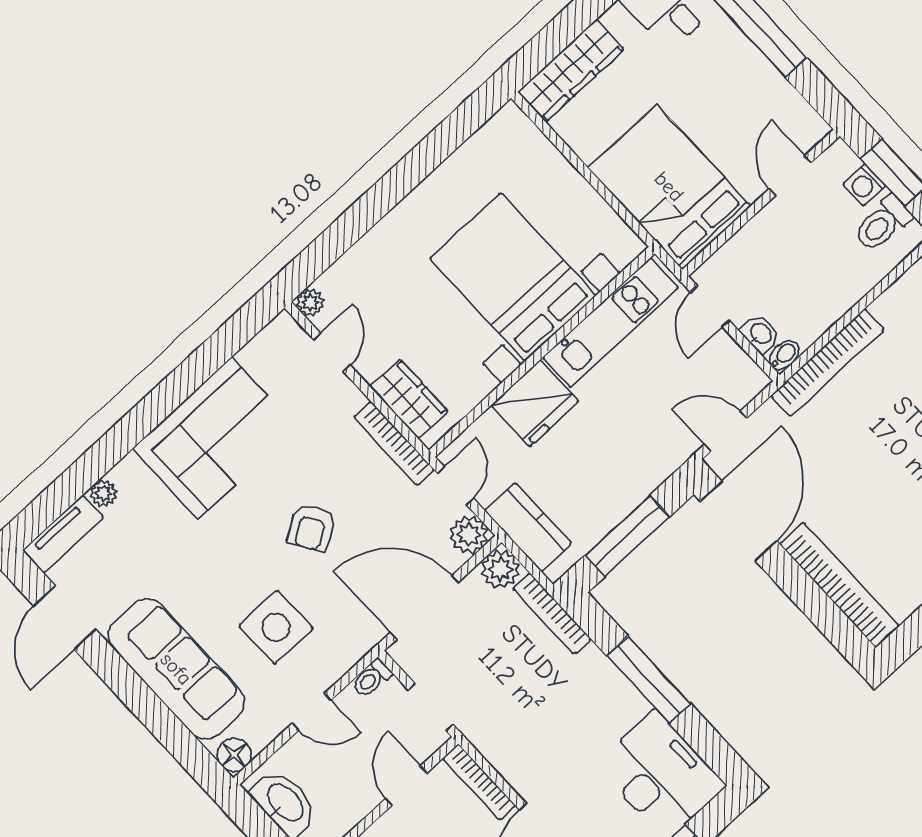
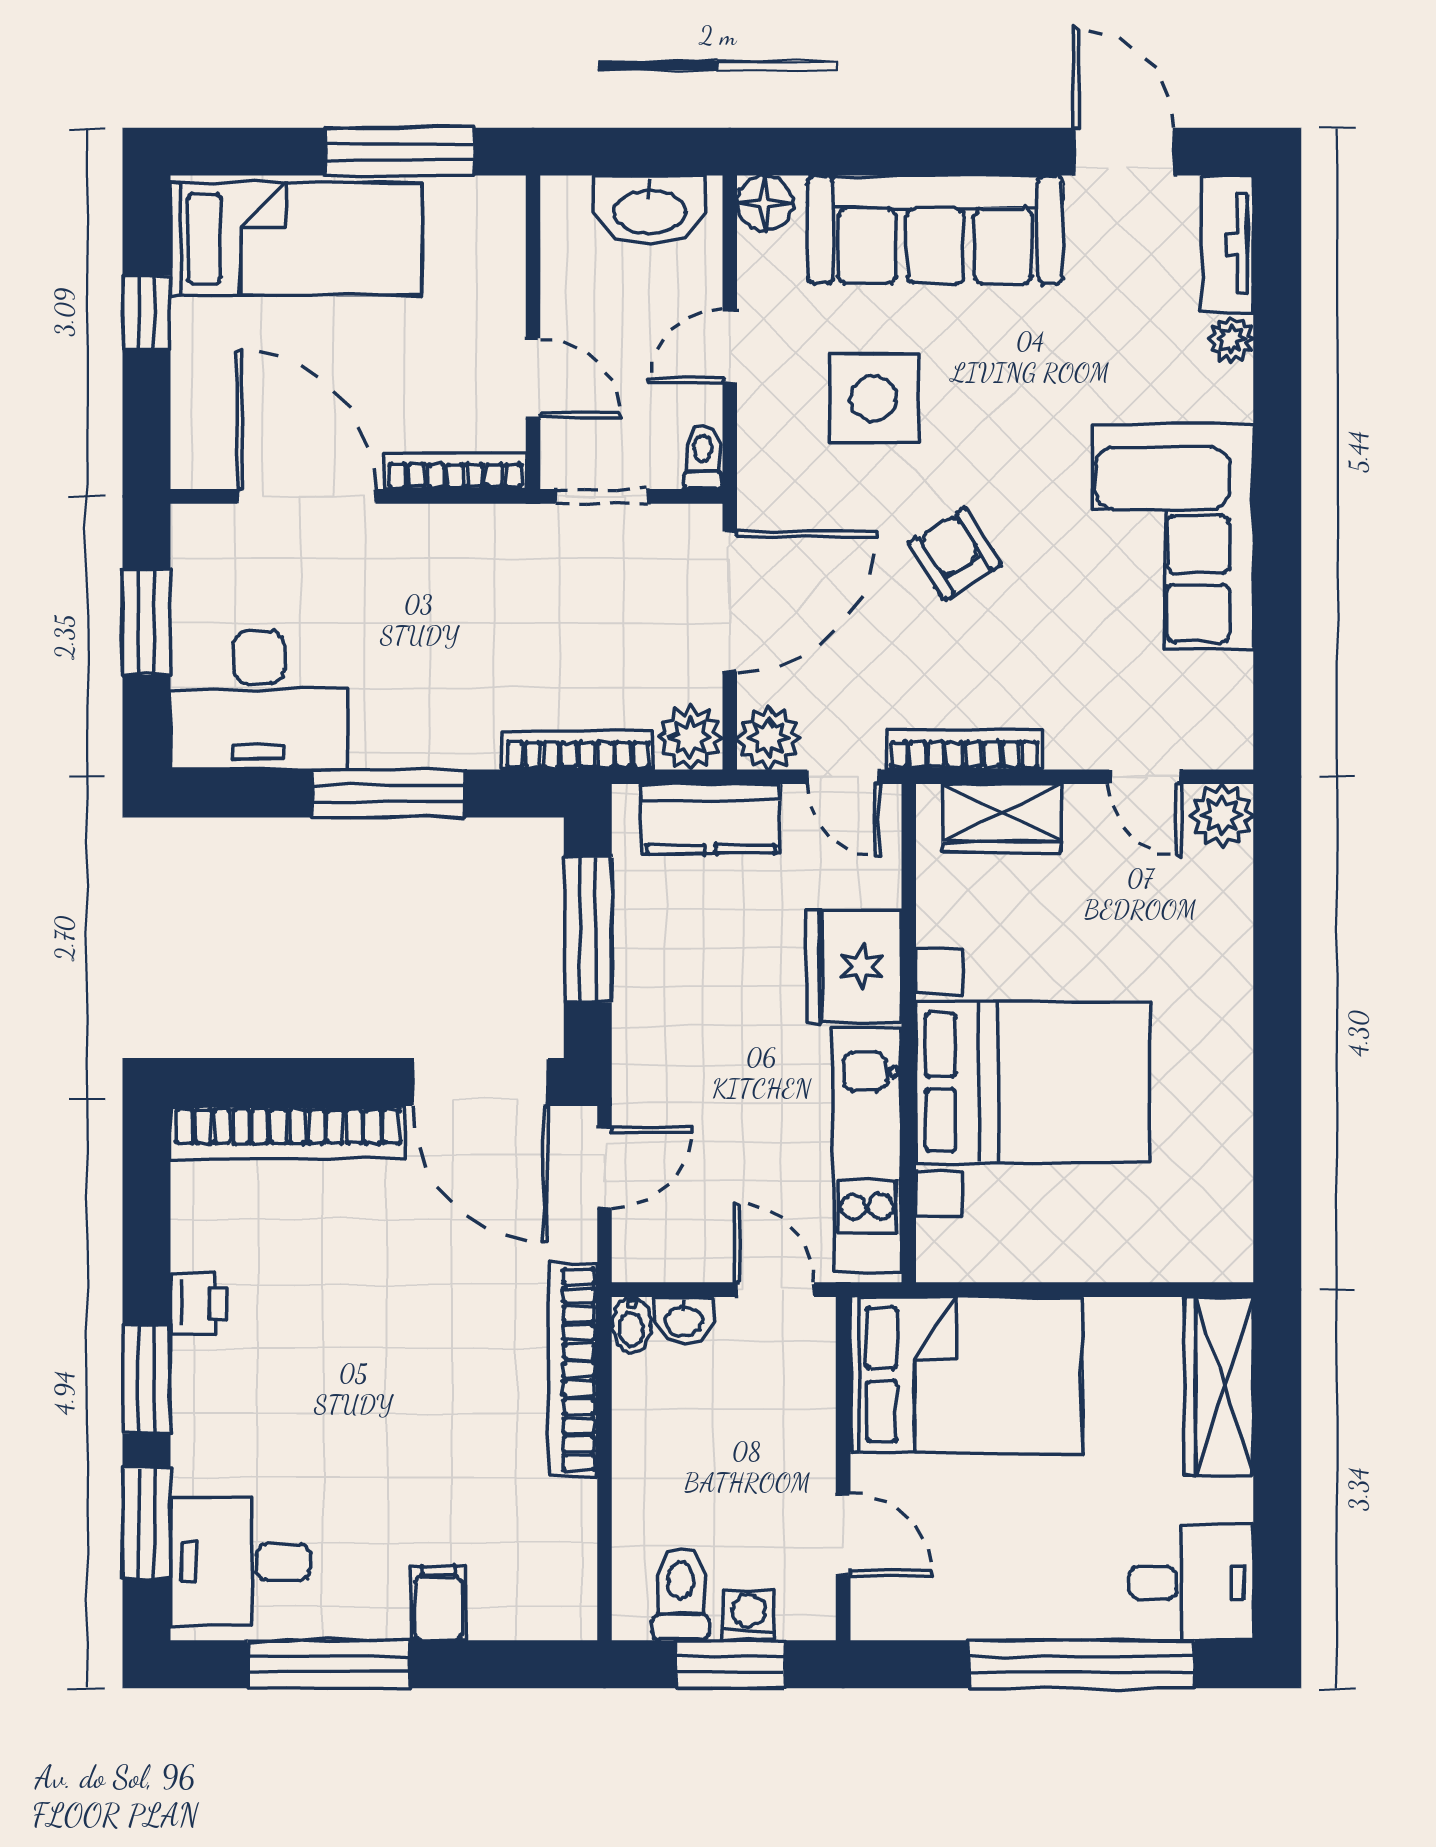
plant: (310, 302) -> (1222, 815), width x1.38, depth x1.38

